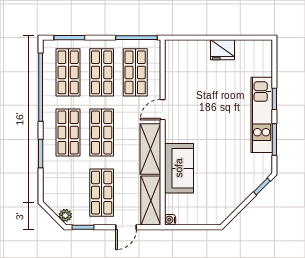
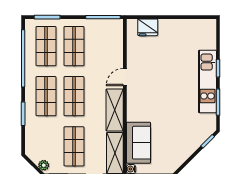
fridge: (223, 50) -> (148, 27), moved
shop shelf: (135, 72) -> (102, 46), removed
sofa: (179, 168) -> (138, 143), moved

